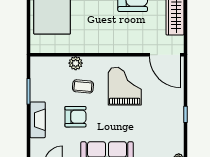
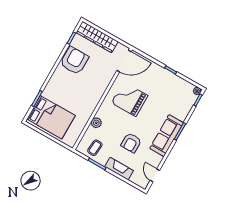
coffee table: (83, 86) -> (95, 148), moved
armchair: (75, 117) -> (131, 143), turned 180

